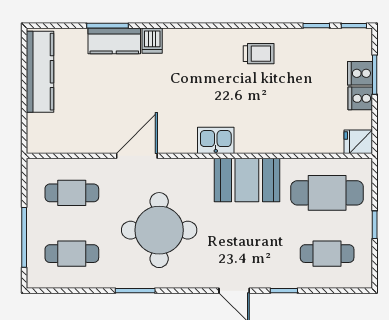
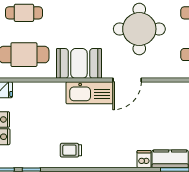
kitchen sink: (216, 140) -> (89, 93), width x1.88, depth x1.24
door: (137, 156) -> (127, 80), moved

